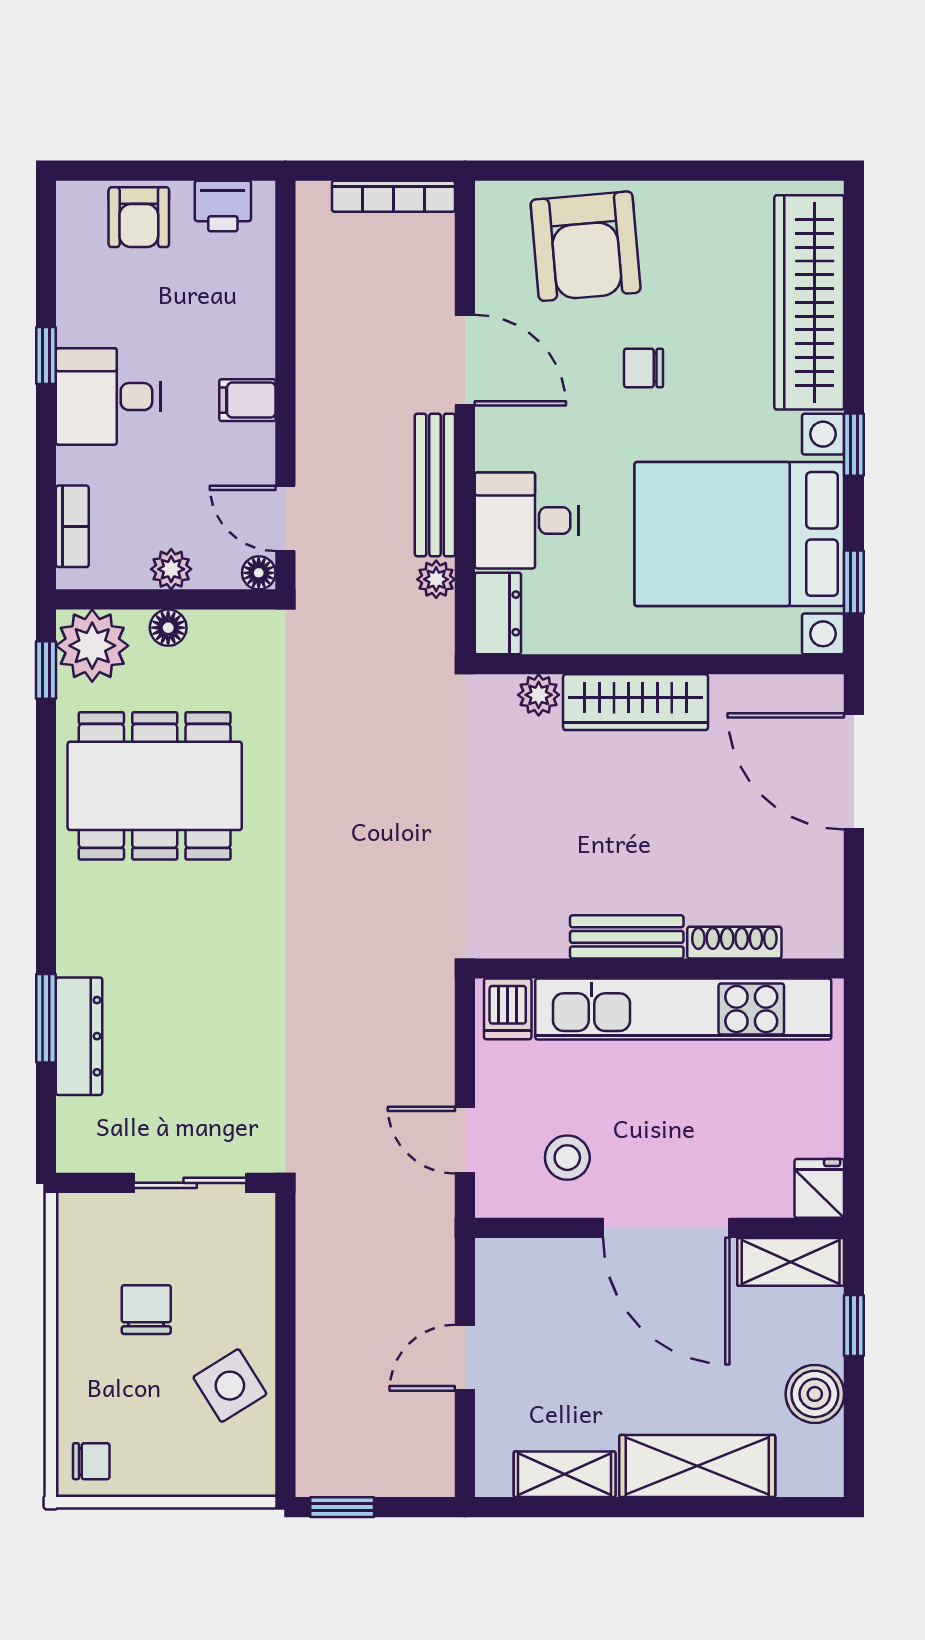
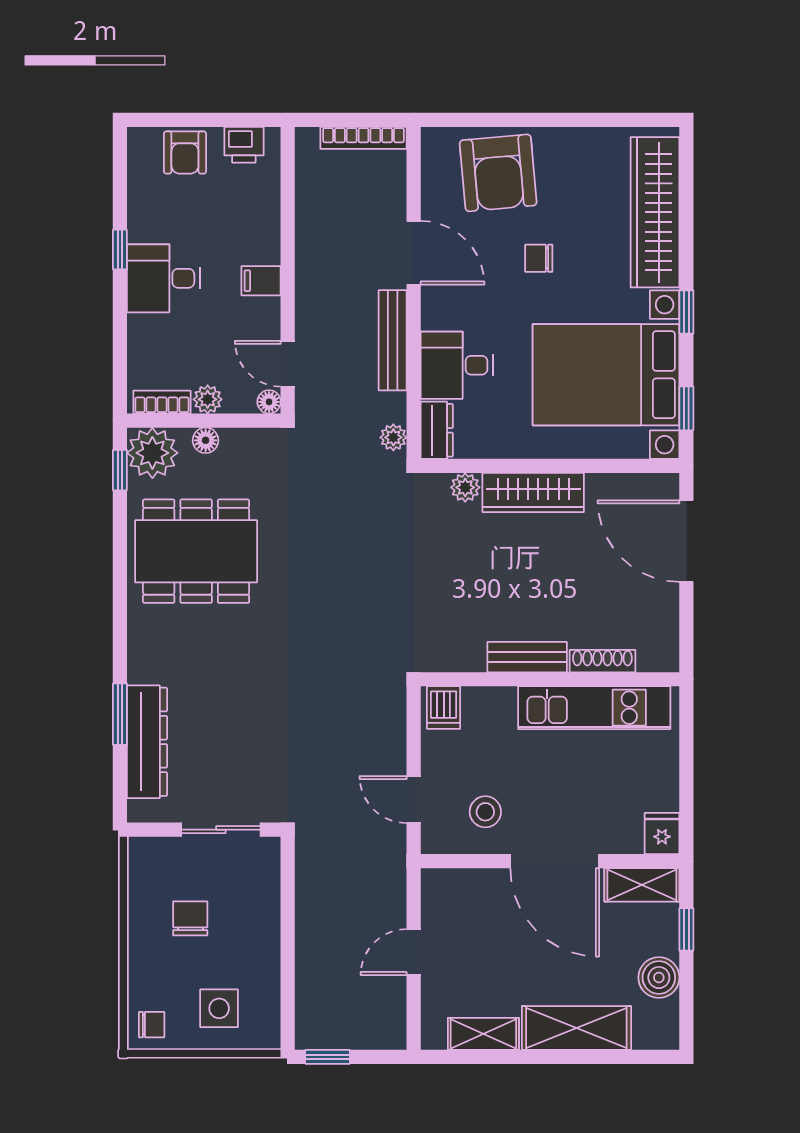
bookcase: (72, 526) -> (162, 402), moved, turned -90
plant: (436, 579) -> (393, 437), moved
kitchen unit: (683, 1009) -> (594, 708), width x0.73
dresser: (79, 1036) -> (147, 742), width x1.37, depth x1.24
side table: (230, 1386) -> (219, 1008), moved, turned 32

